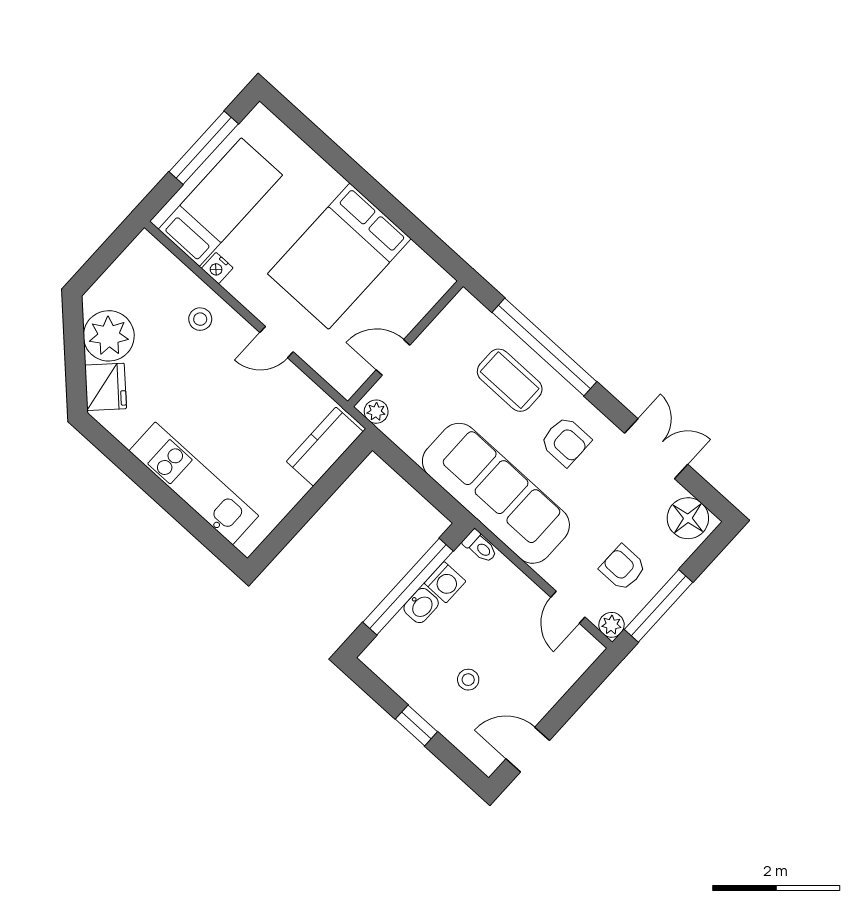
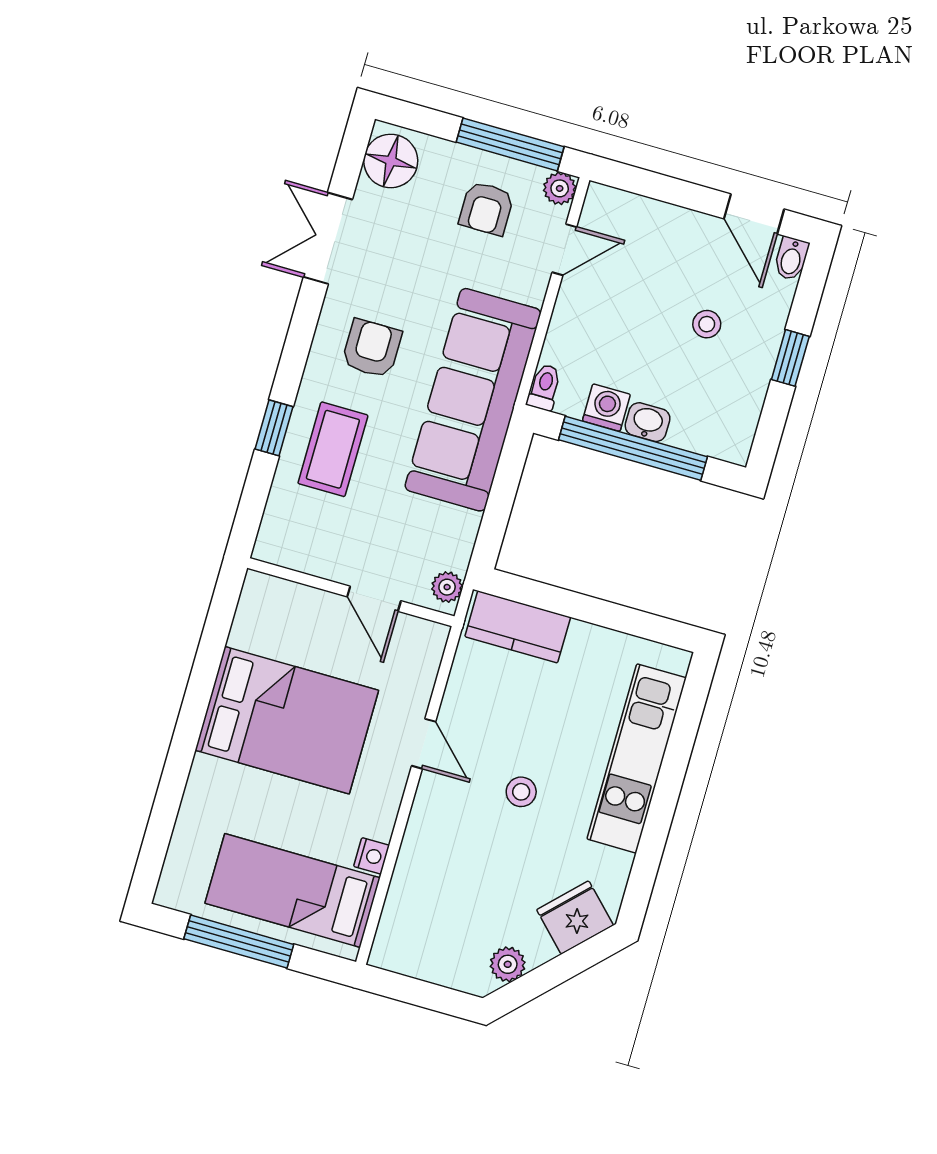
stool: (200, 319) -> (521, 792), moved
plant: (109, 336) -> (508, 964), width x0.53, depth x0.53
window: (544, 347) -> (274, 428), width x0.32
bidet: (484, 760) -> (791, 259), added

